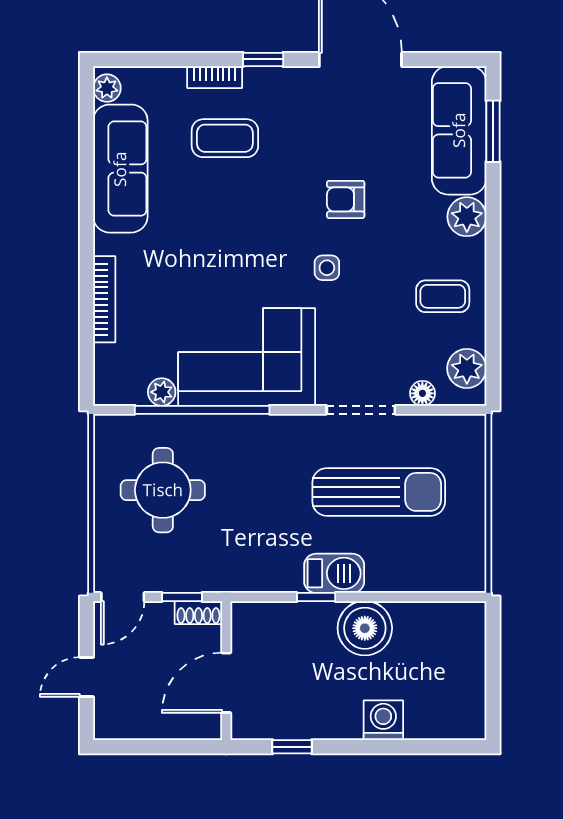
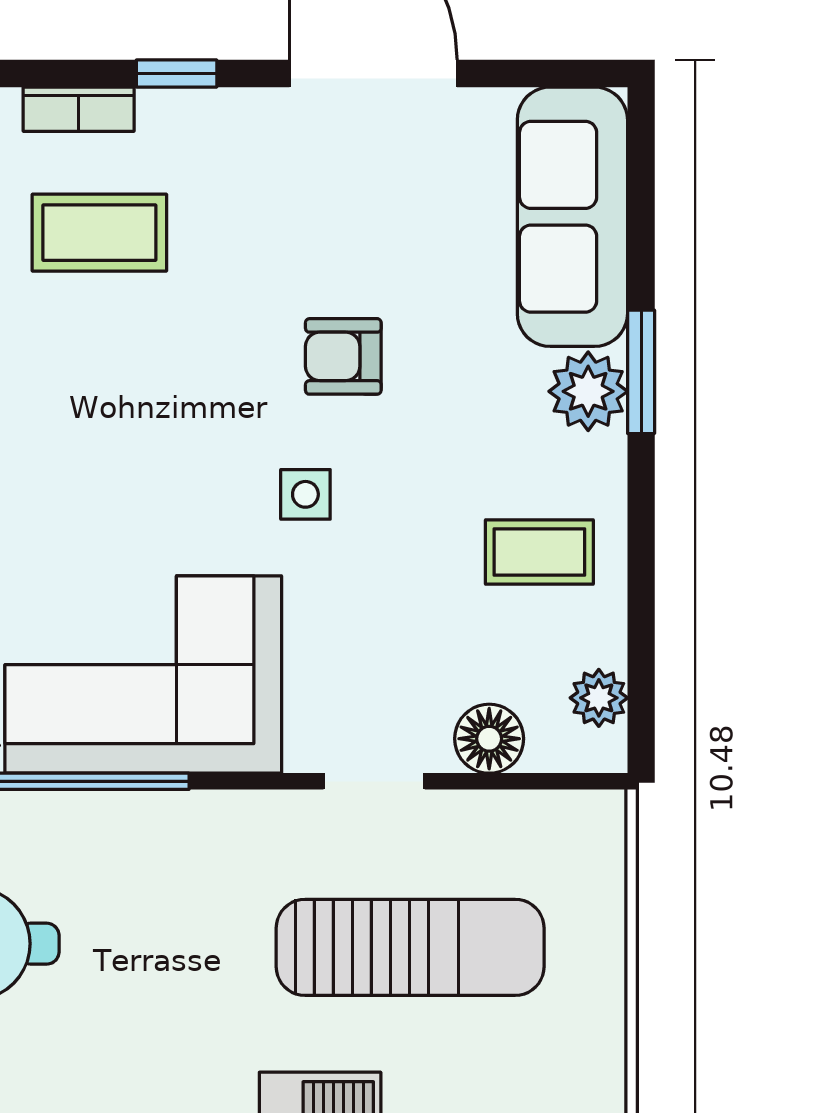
window: (493, 131) -> (641, 372), moved
plant: (467, 368) -> (599, 698), width x0.73, depth x0.73
floor lamp: (422, 393) -> (489, 739), width x1.37, depth x1.37
doorway: (361, 410) -> (374, 781), width x0.73

